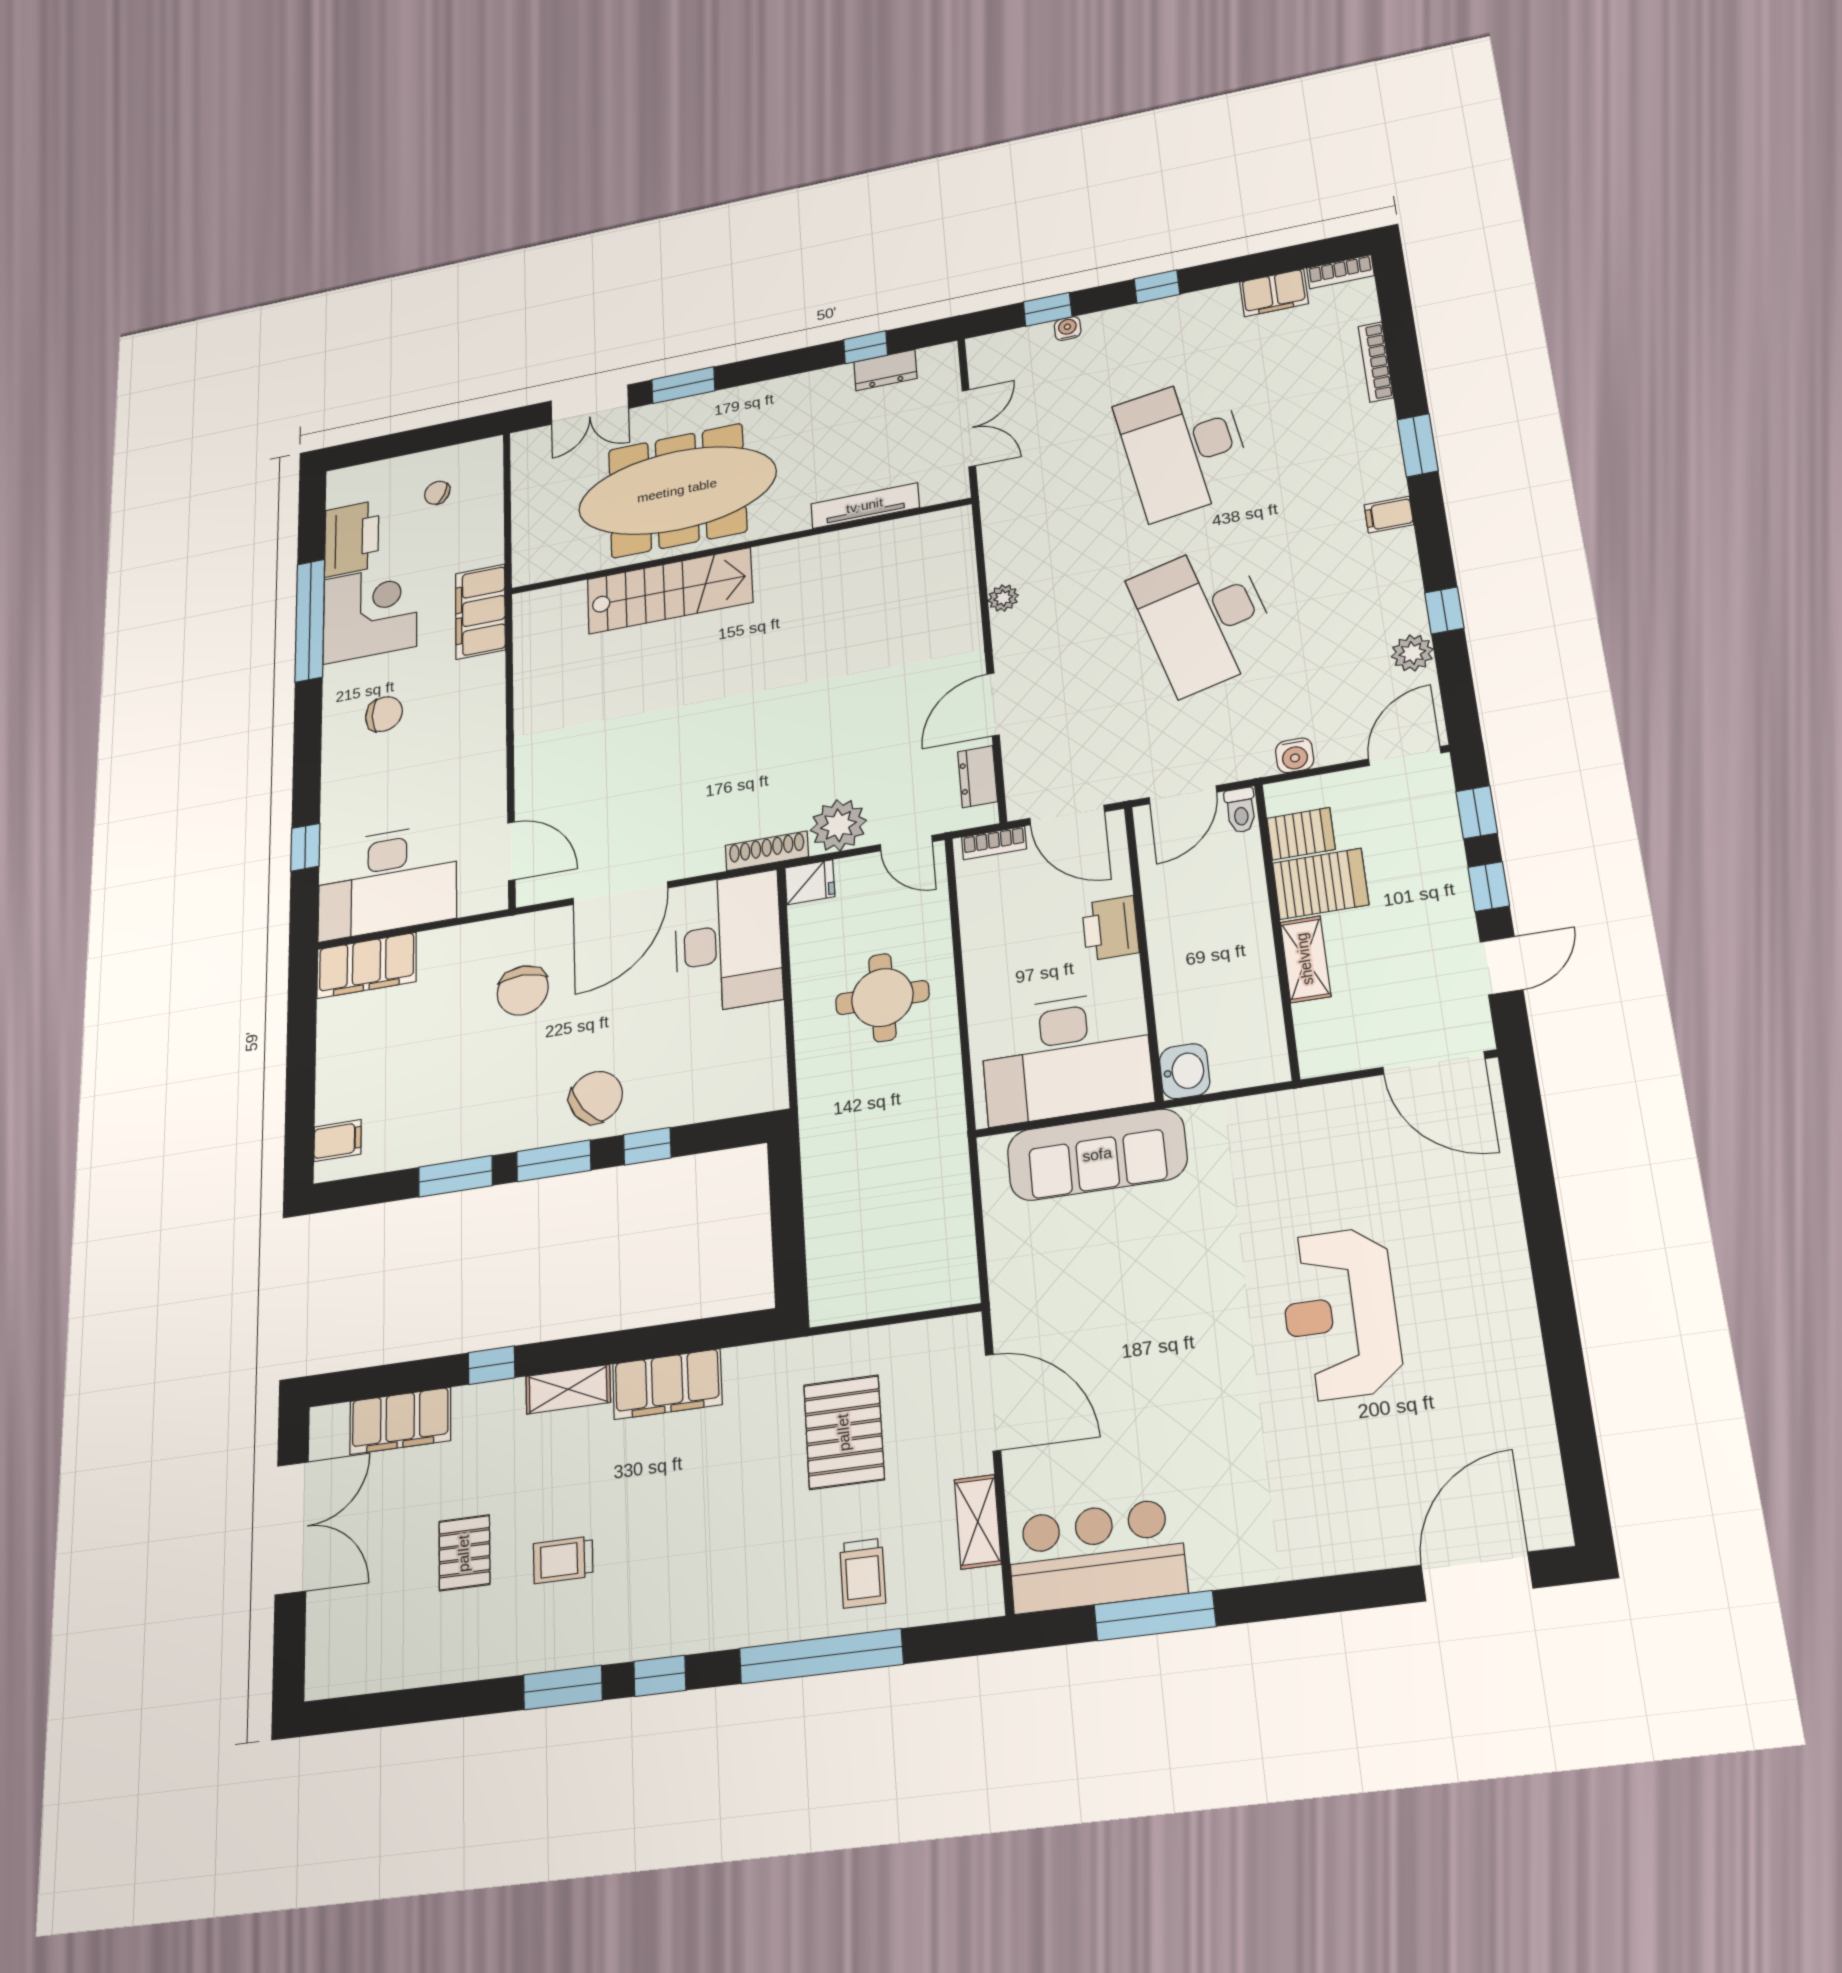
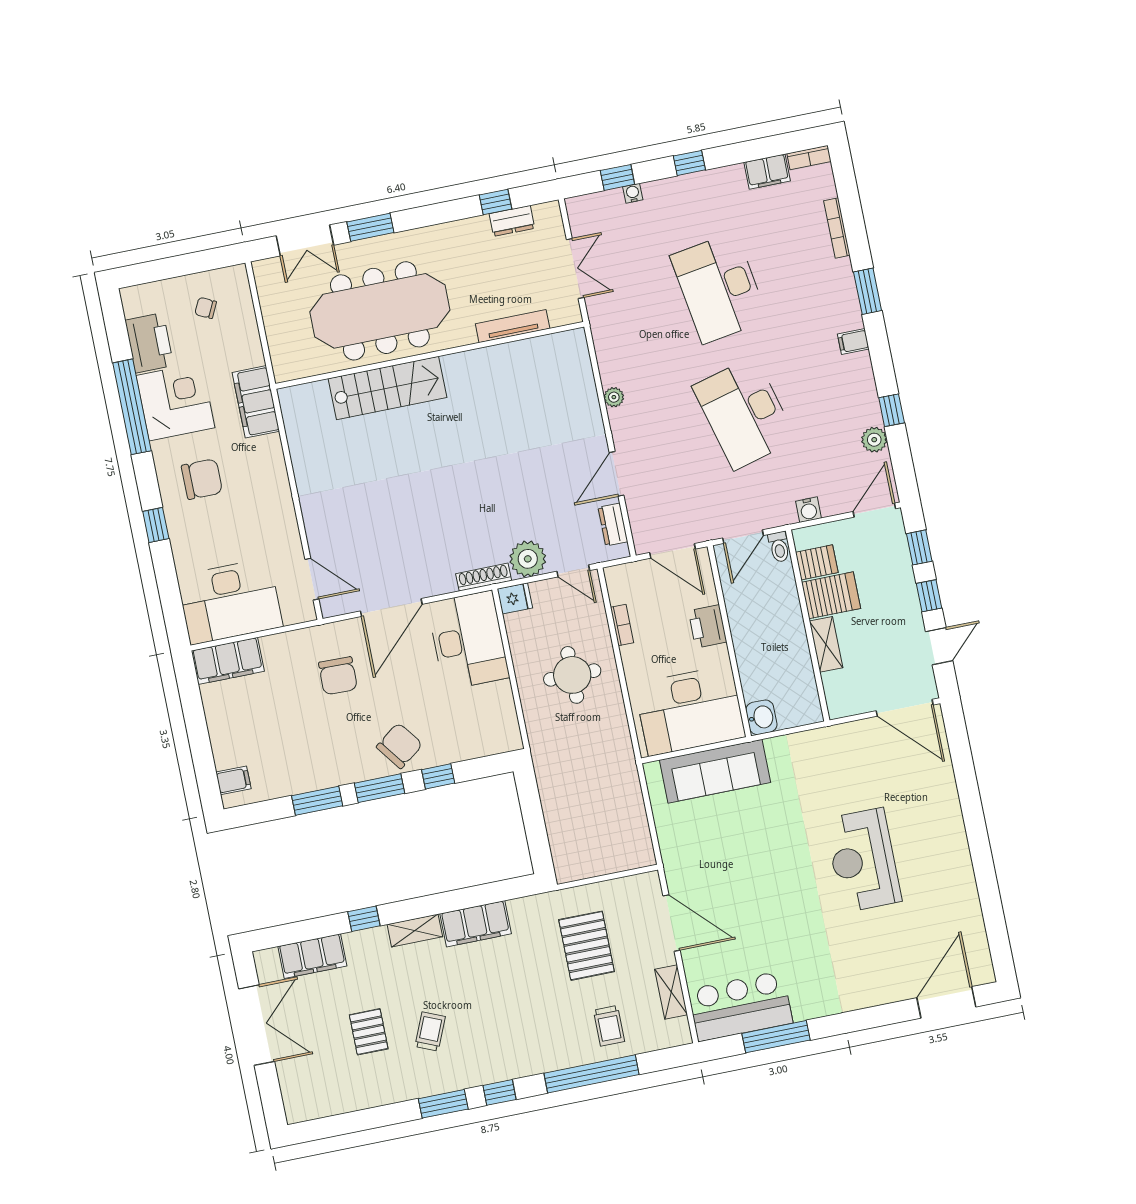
chair: (384, 714) -> (202, 479), width x1.37, depth x1.37
bookcase: (994, 843) -> (622, 625), moved, turned -90
window: (305, 847) -> (156, 525), moved
trolley: (563, 1560) -> (430, 1031), turned 113

